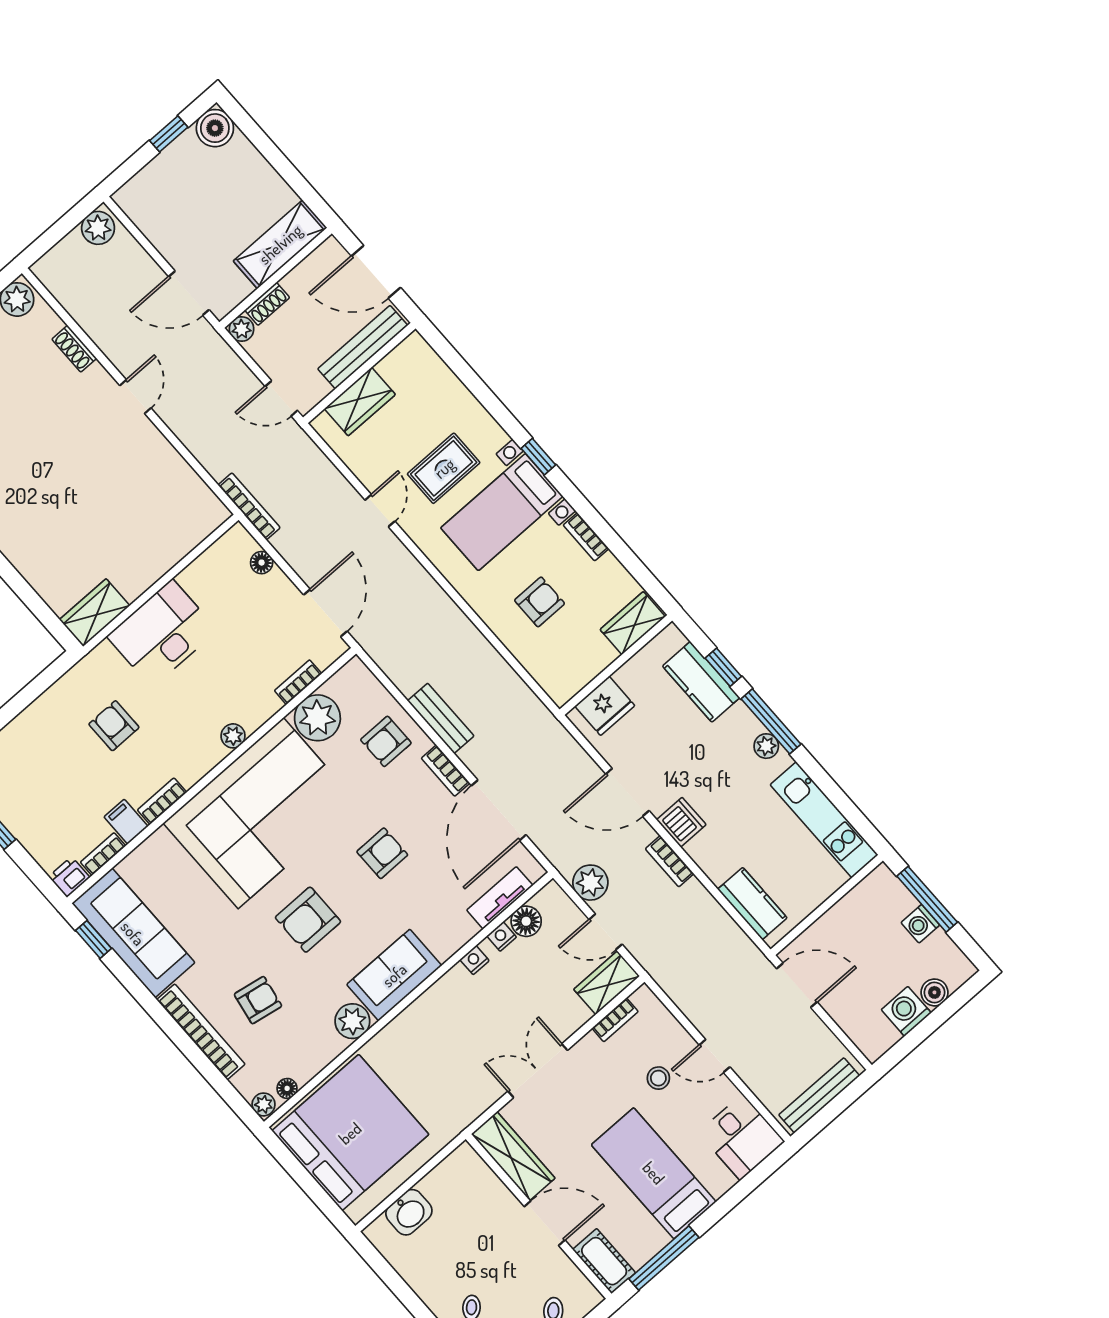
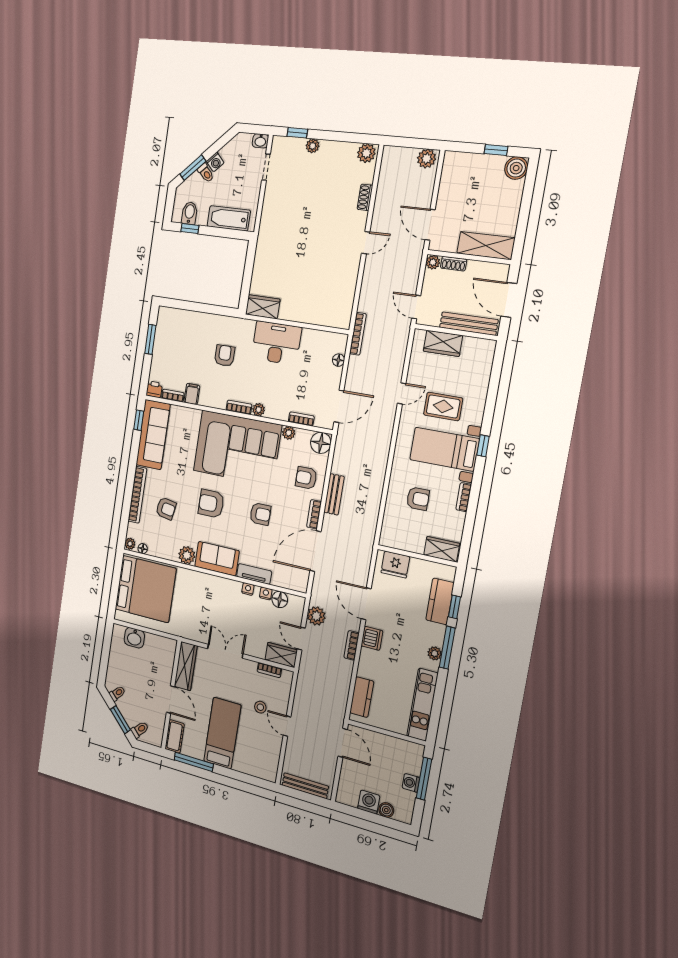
floor lamp: (354, 680) -> (321, 443), added
plant: (317, 718) -> (289, 433), width x0.53, depth x0.53
bookcase: (162, 801) -> (239, 407), moved
tv unit: (500, 898) -> (254, 574), moved
desk: (741, 1137) -> (264, 762), removed

